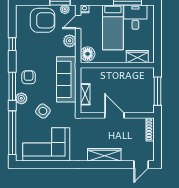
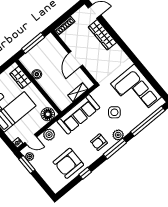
armchair: (43, 20) -> (68, 163), moved, turned -90
boiler: (129, 72) -> (37, 74), added
wardrobe: (104, 155) -> (102, 35), moved

